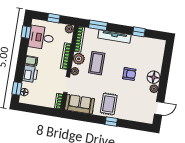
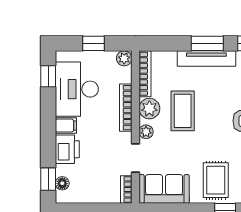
window: (98, 25) -> (207, 43), moved
desk: (41, 38) -> (77, 89), width x1.37

